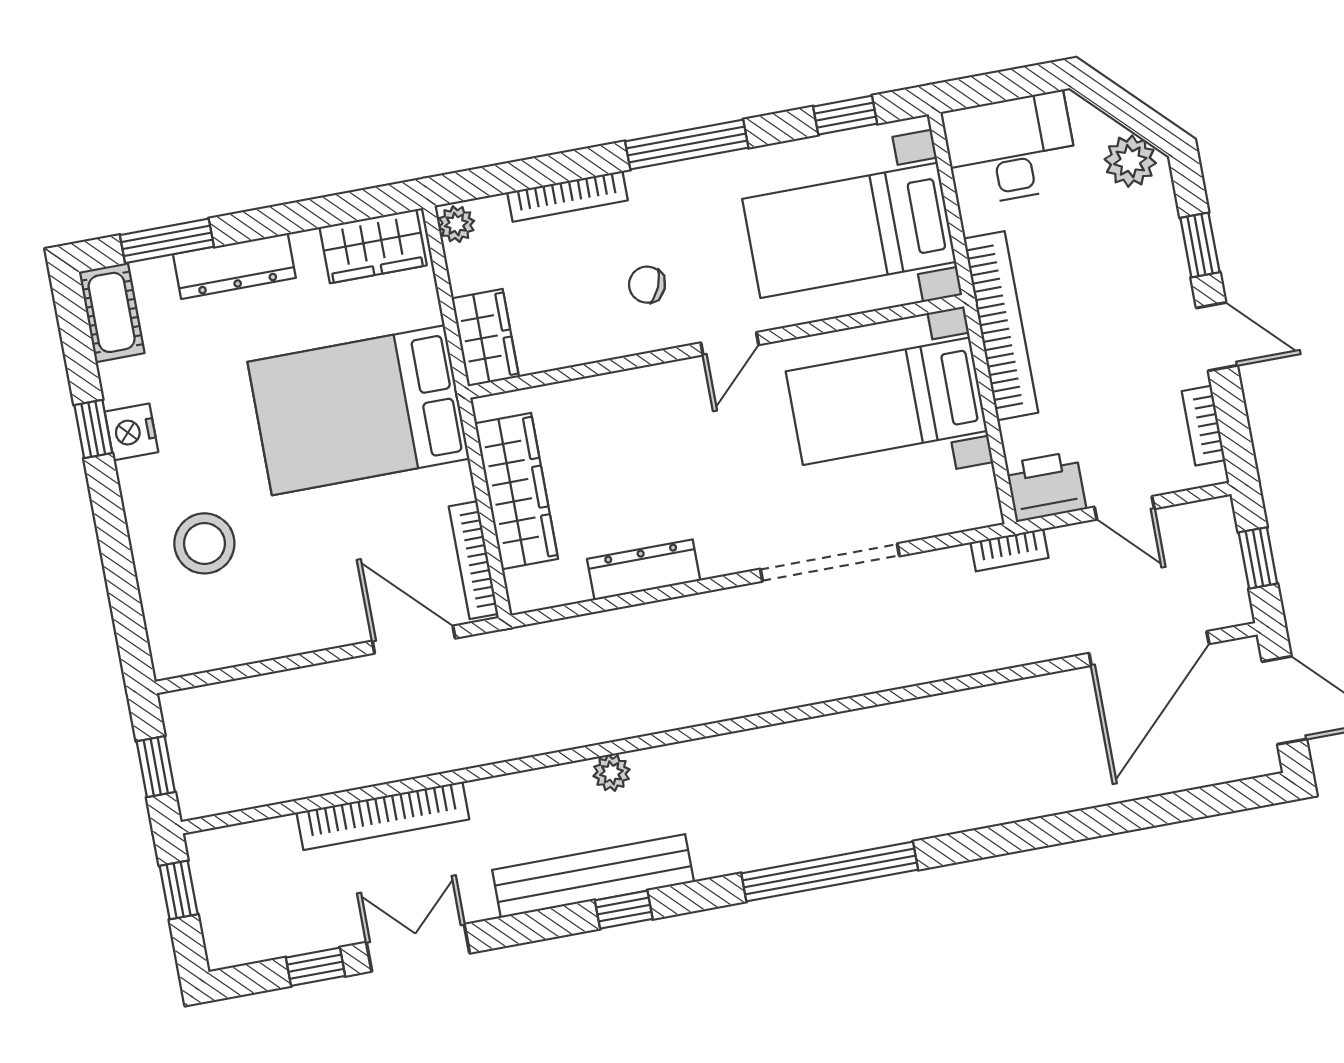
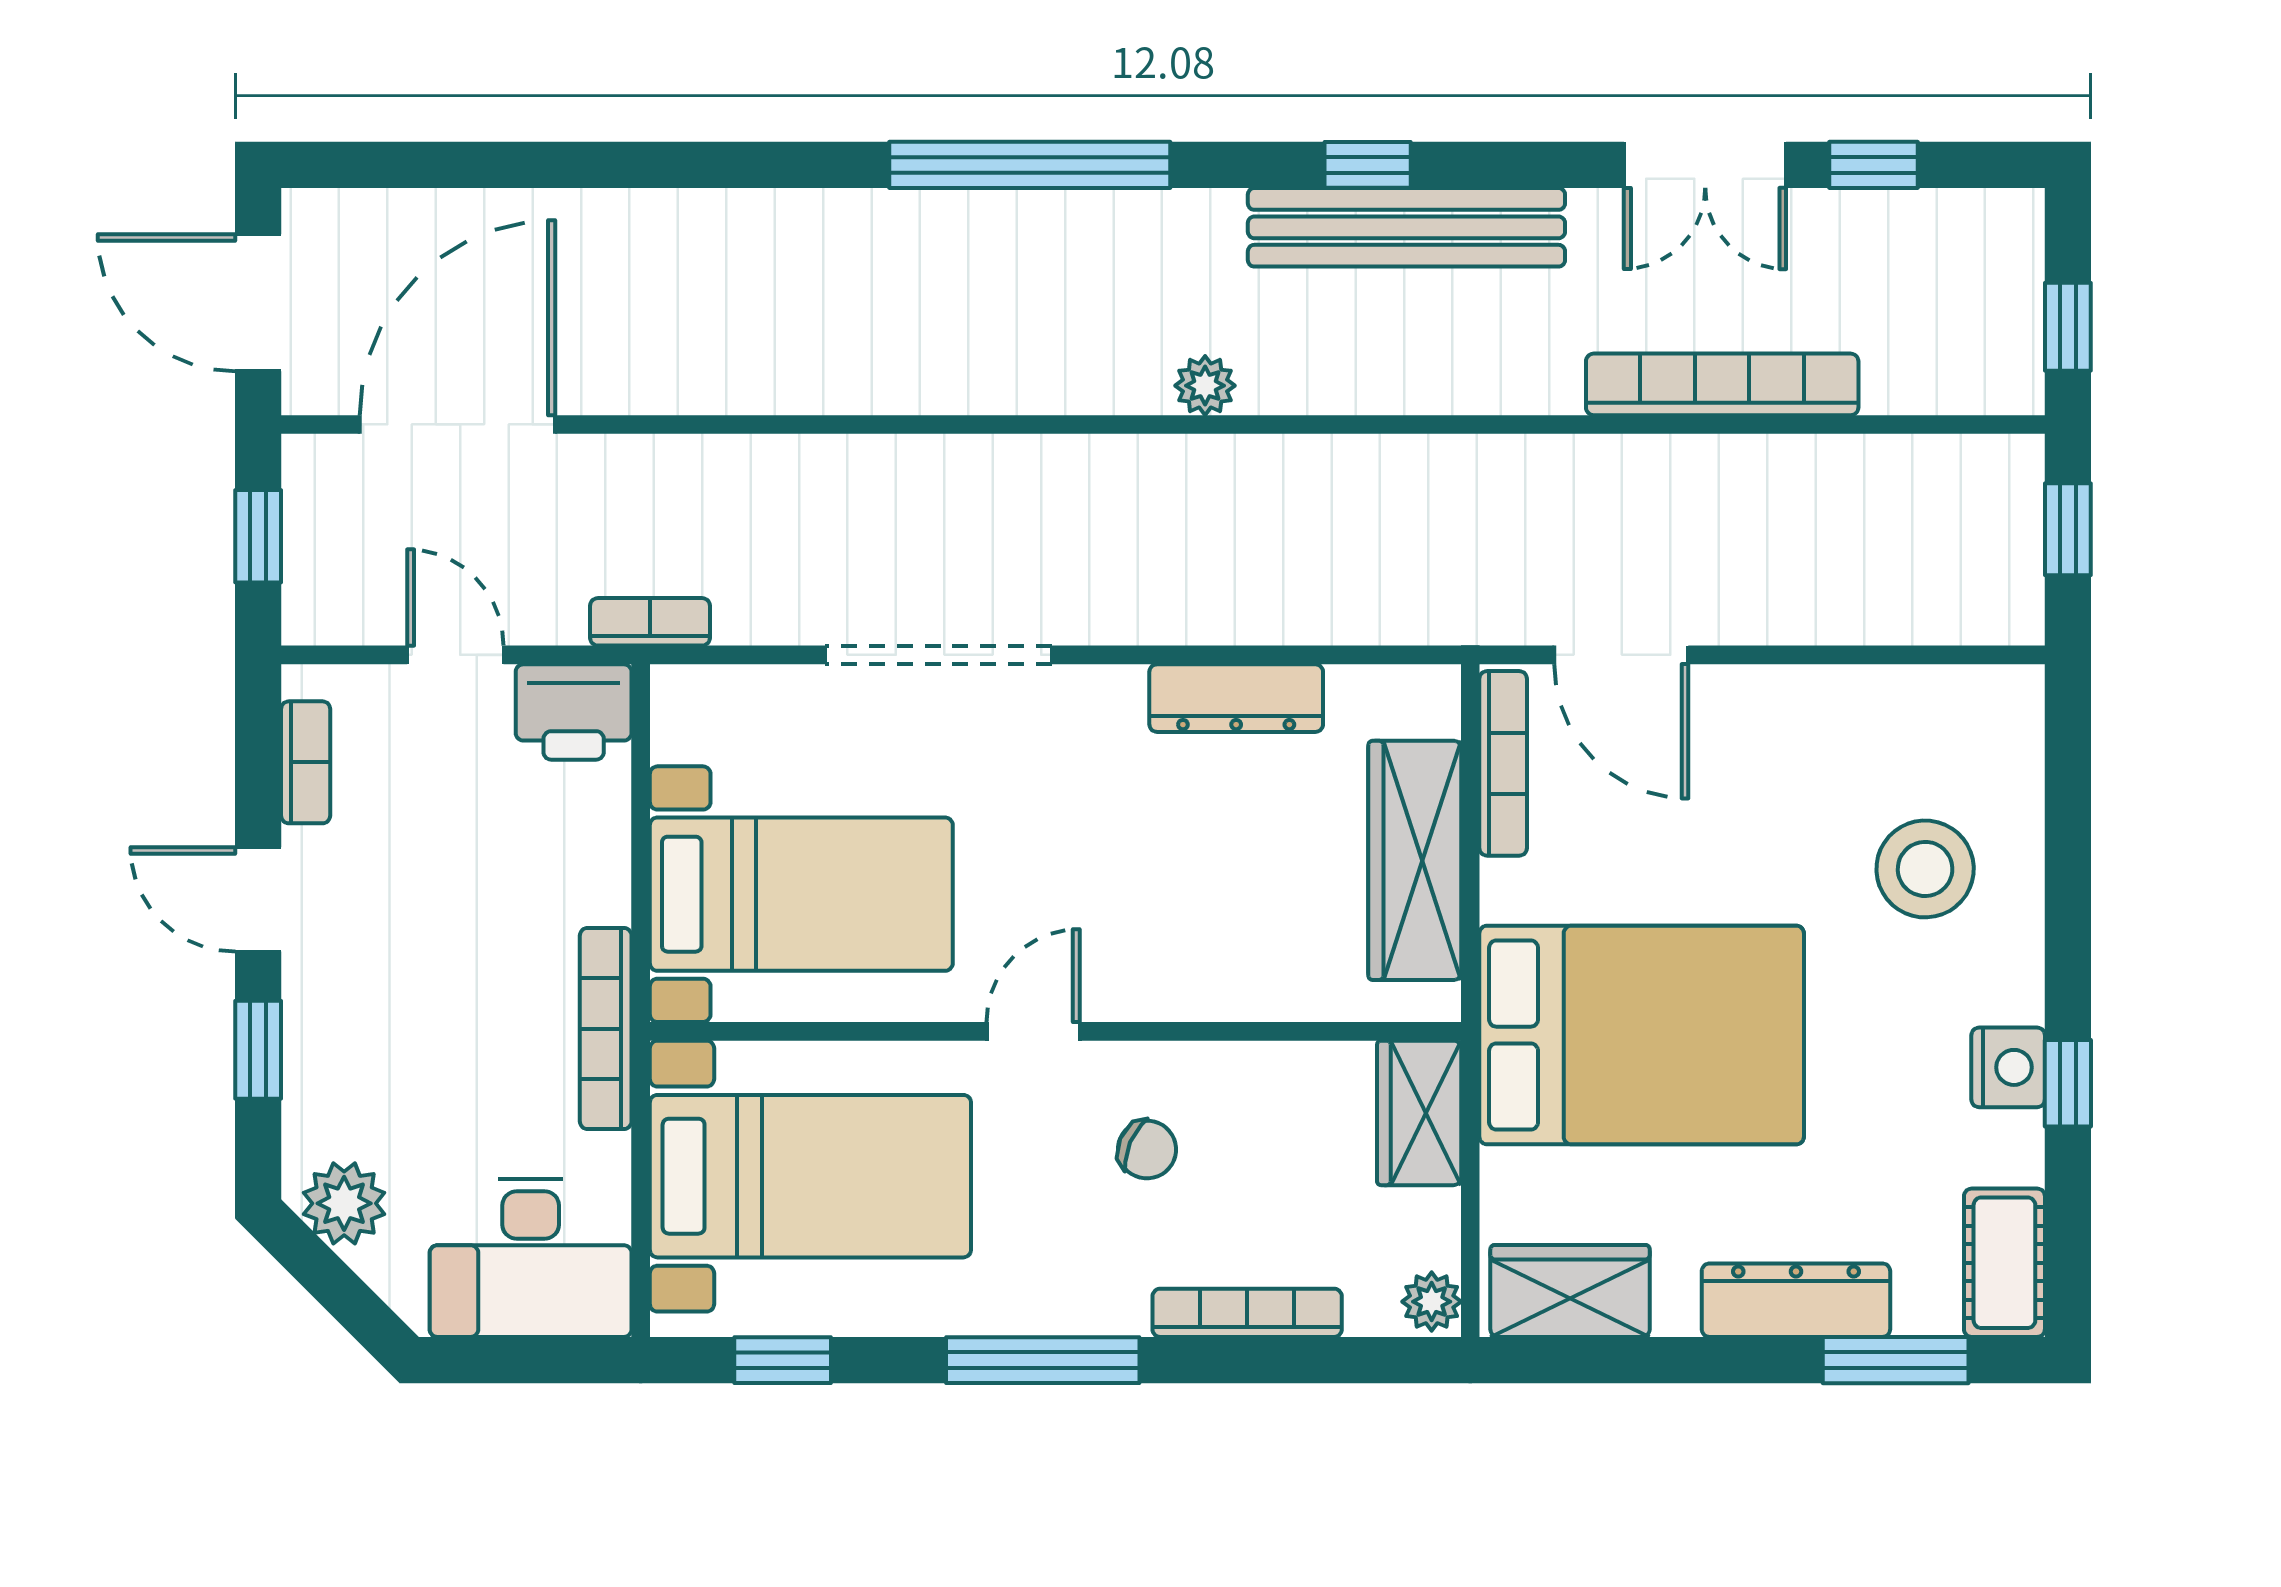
bookcase: (1001, 326) -> (606, 1029), width x0.68, depth x0.76
plant: (611, 773) -> (1205, 386), moved

